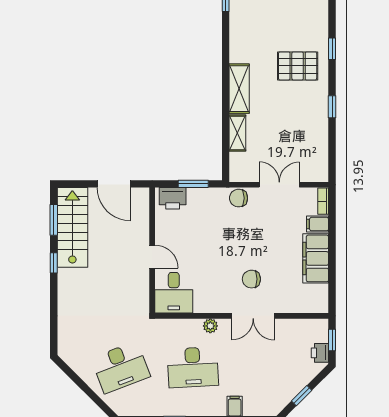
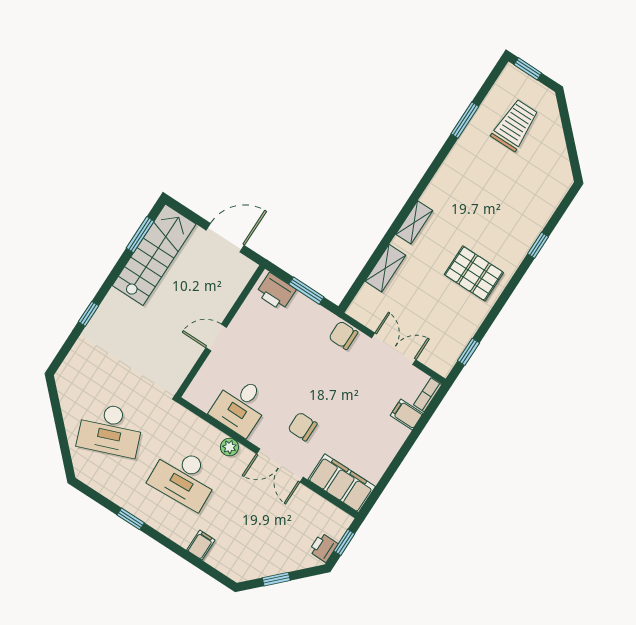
pallet: (298, 66) -> (474, 273), moved
shelving: (239, 89) -> (414, 222), width x0.67, depth x0.75
window: (332, 107) -> (468, 352), moved
door: (114, 184) -> (225, 238), swing flipped
door: (152, 257) -> (216, 338), swing flipped
filing cabinet: (316, 258) -> (342, 483), moved, turned 90
window: (54, 263) -> (88, 314), moved
desk: (174, 293) -> (240, 406), moved

